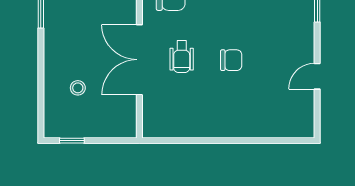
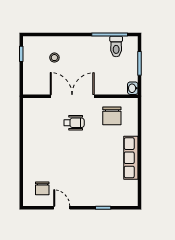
wheelchair: (182, 57) -> (74, 123), turned 180
chair: (231, 60) -> (42, 188), moved

